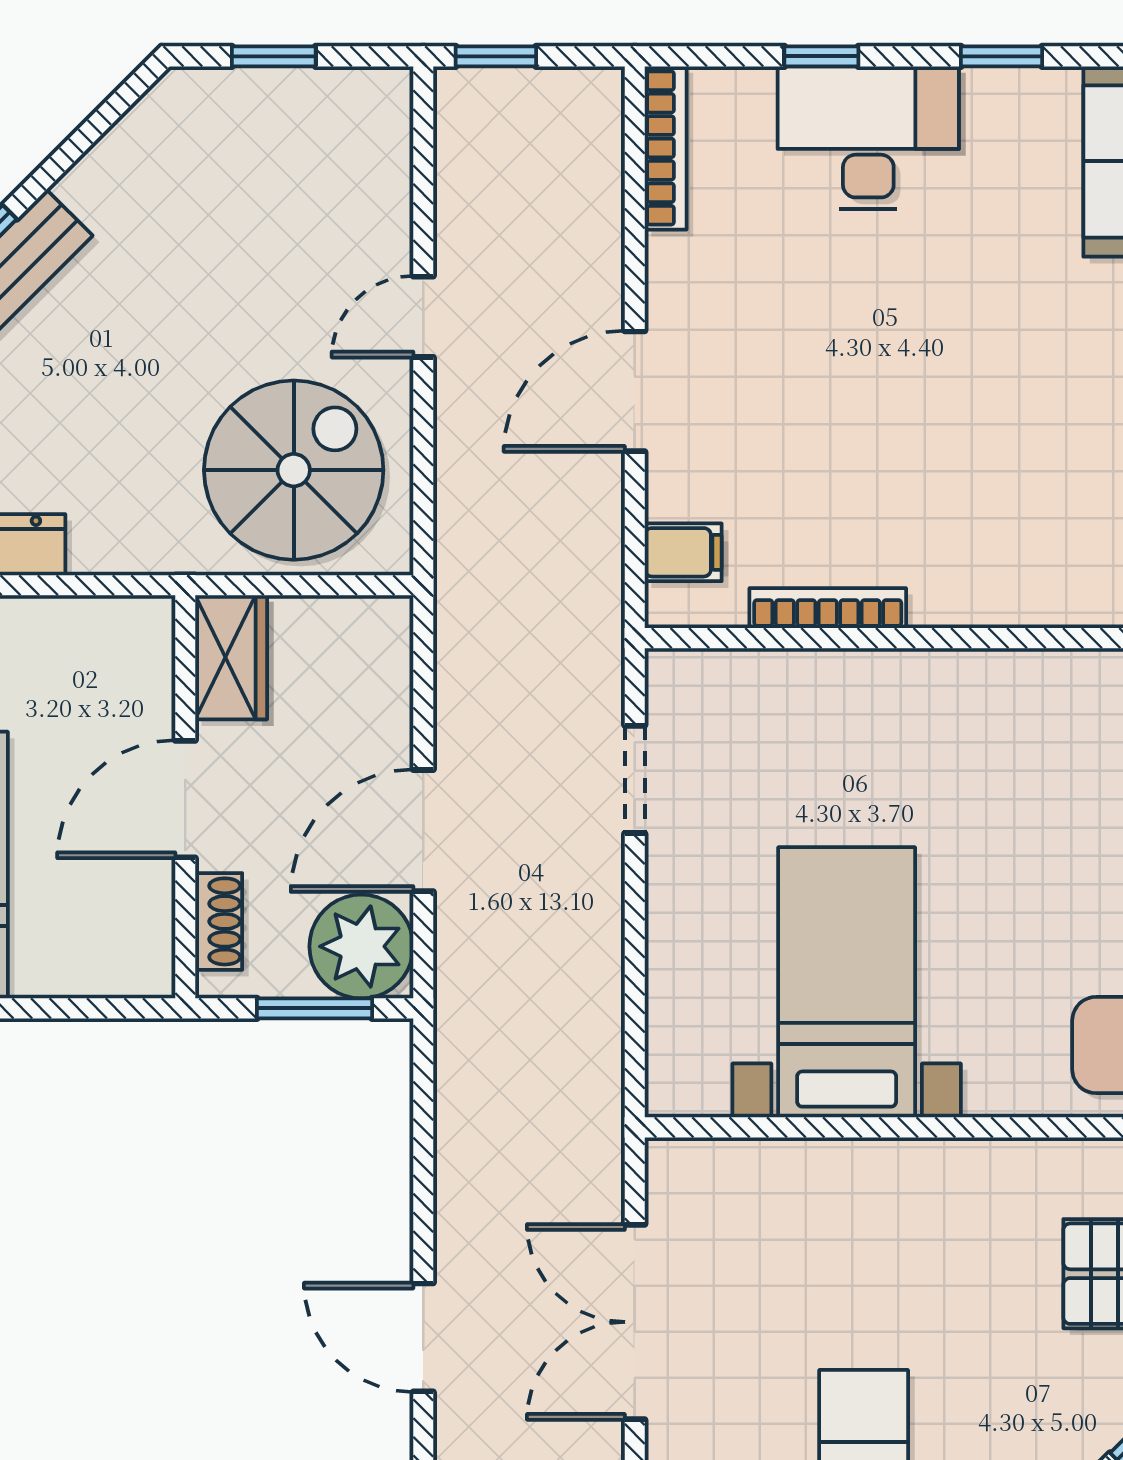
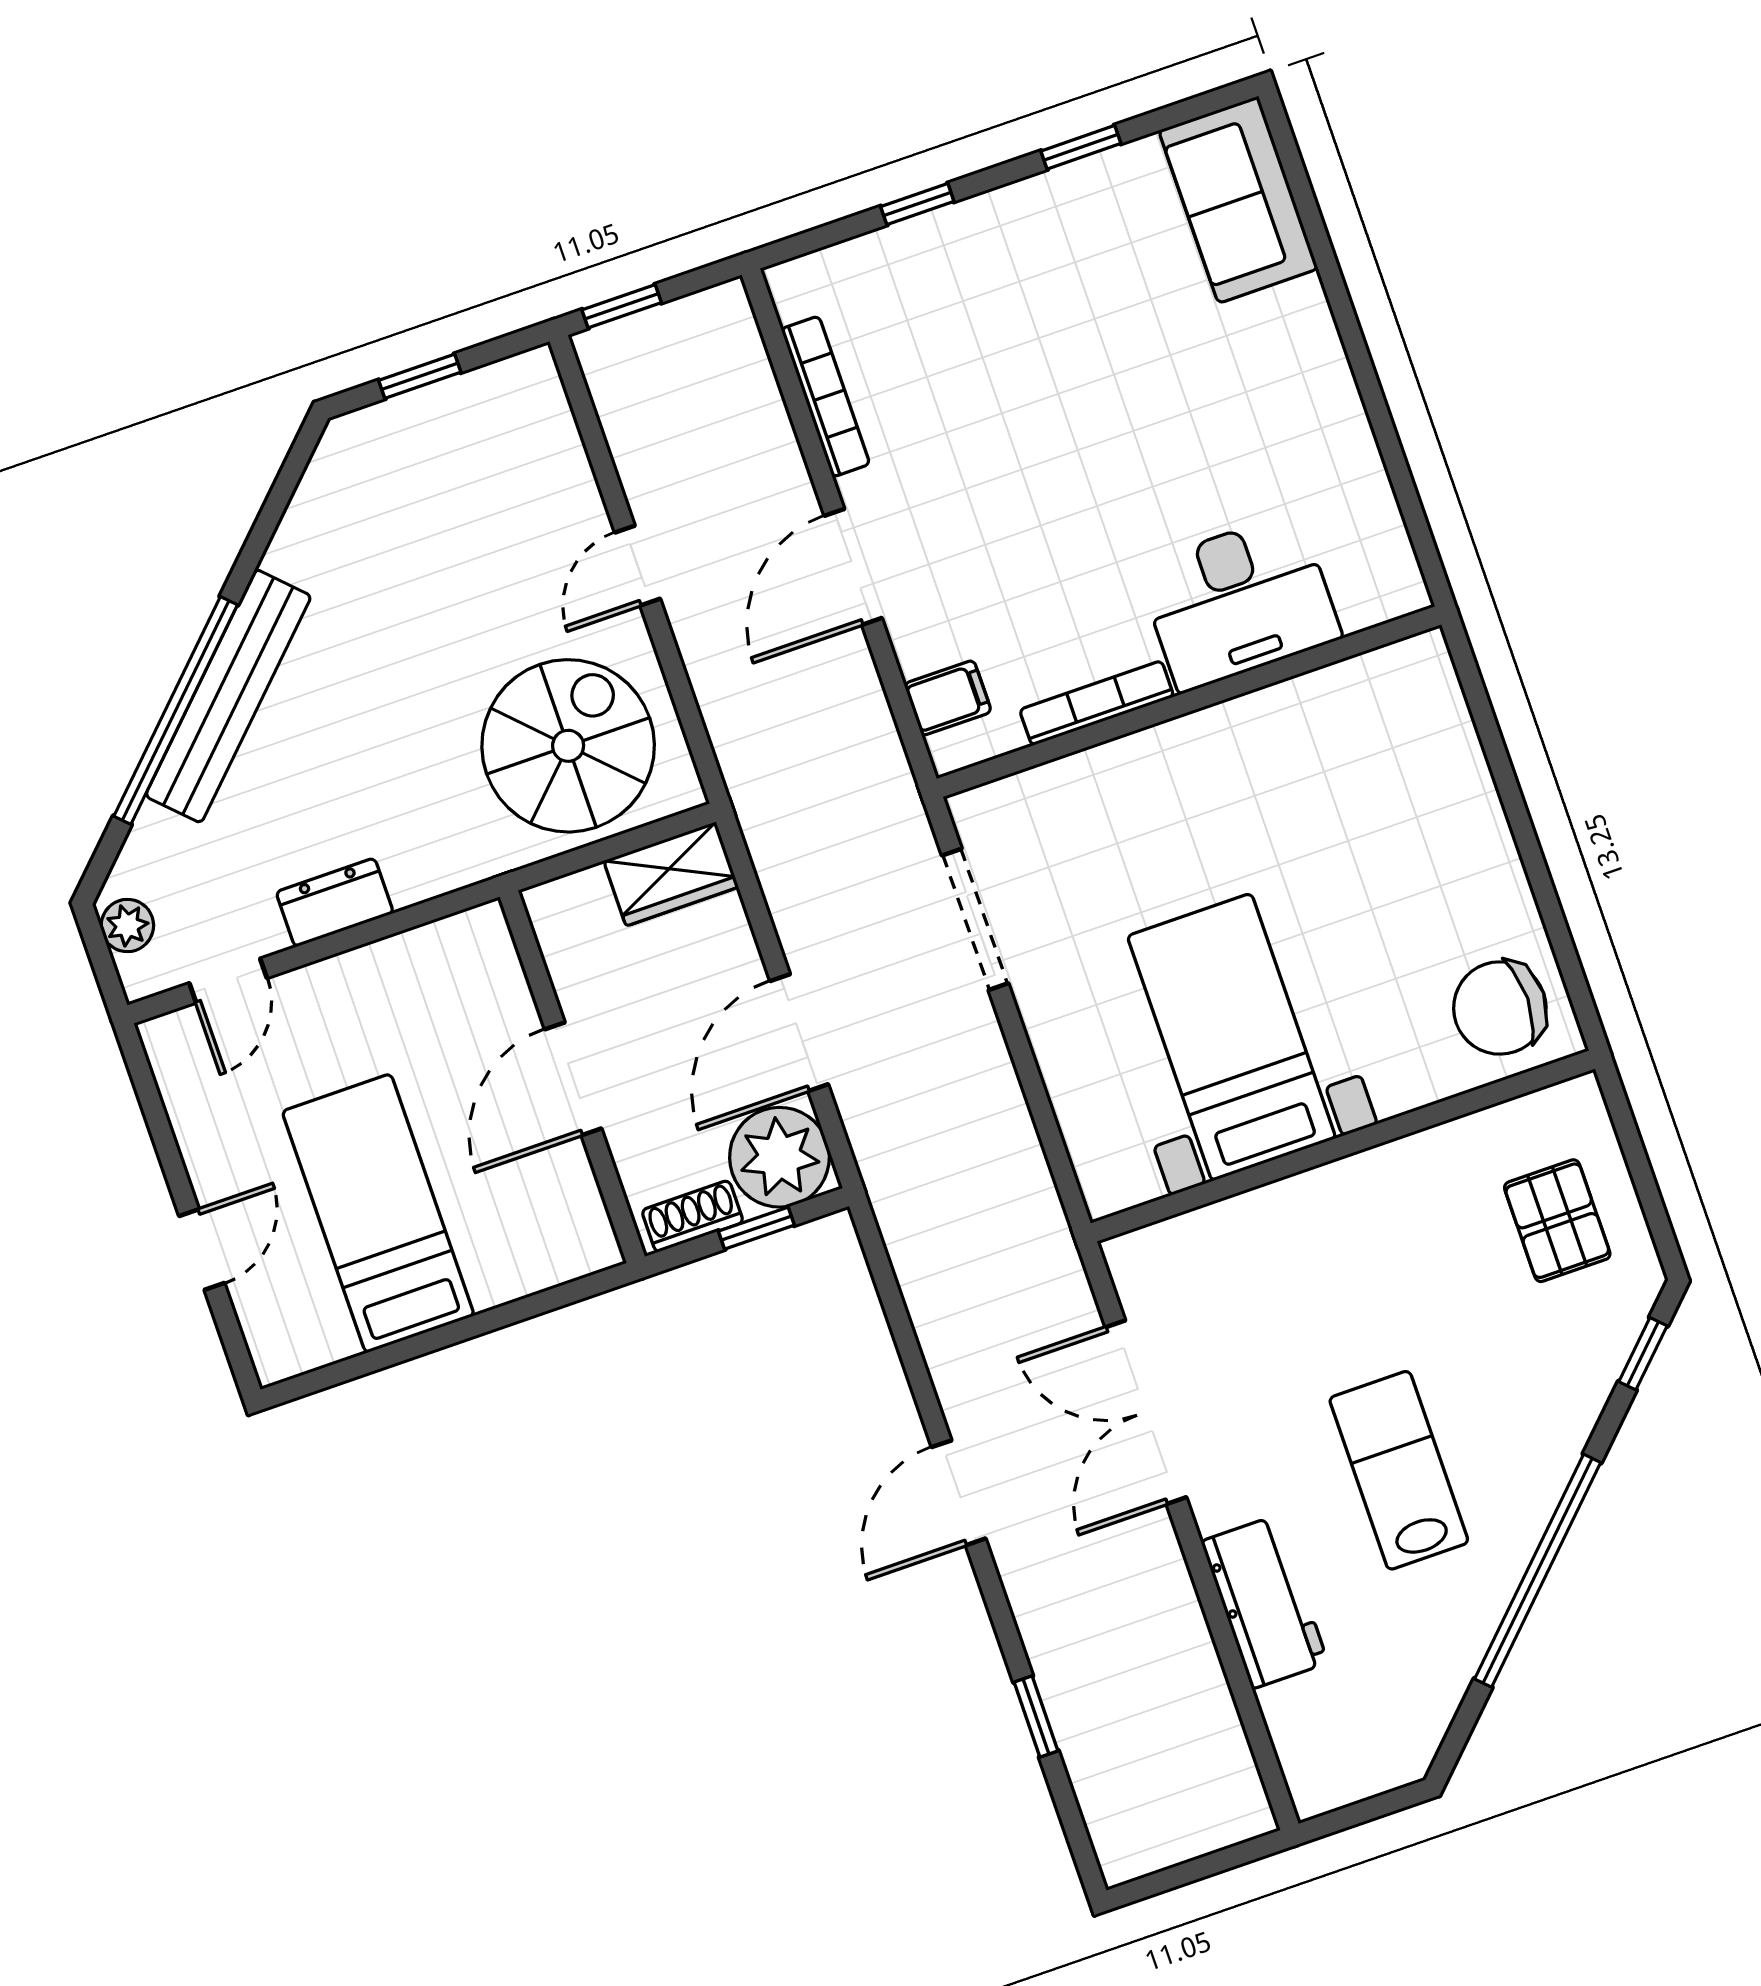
desk: (868, 138) -> (1239, 602), moved, turned 180
bookcase: (666, 148) -> (826, 396), moved
wardrobe: (231, 657) -> (671, 874), moved, turned 90
doorway: (635, 779) -> (975, 919), width x1.38
shoe rack: (219, 921) -> (692, 1216), moved, turned -90
window: (315, 1008) -> (756, 1228), width x0.67
door: (423, 1337) -> (959, 1493), hinge flipped

